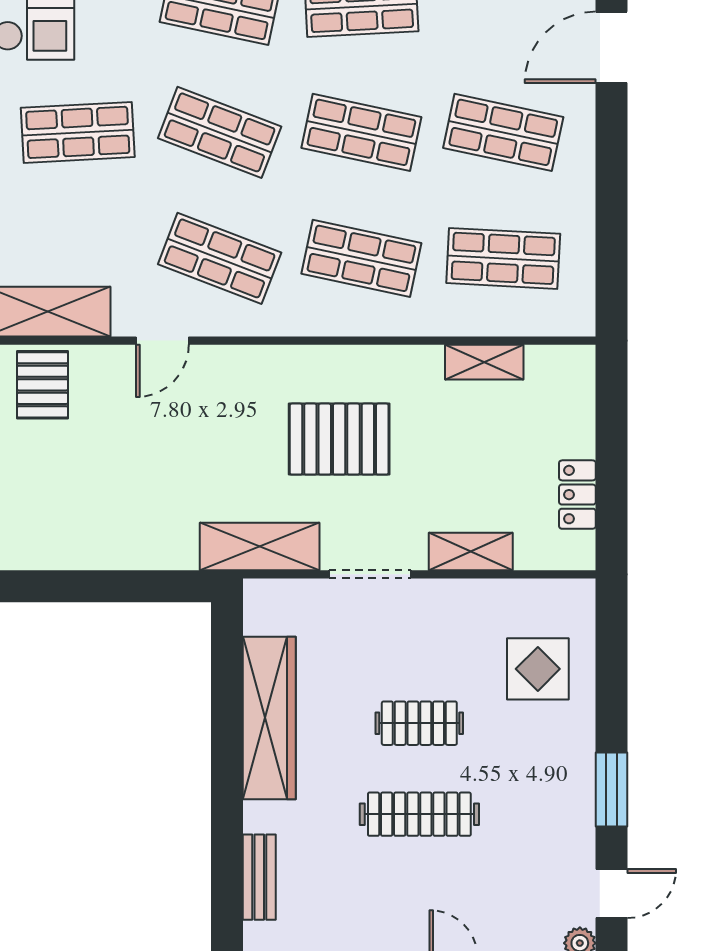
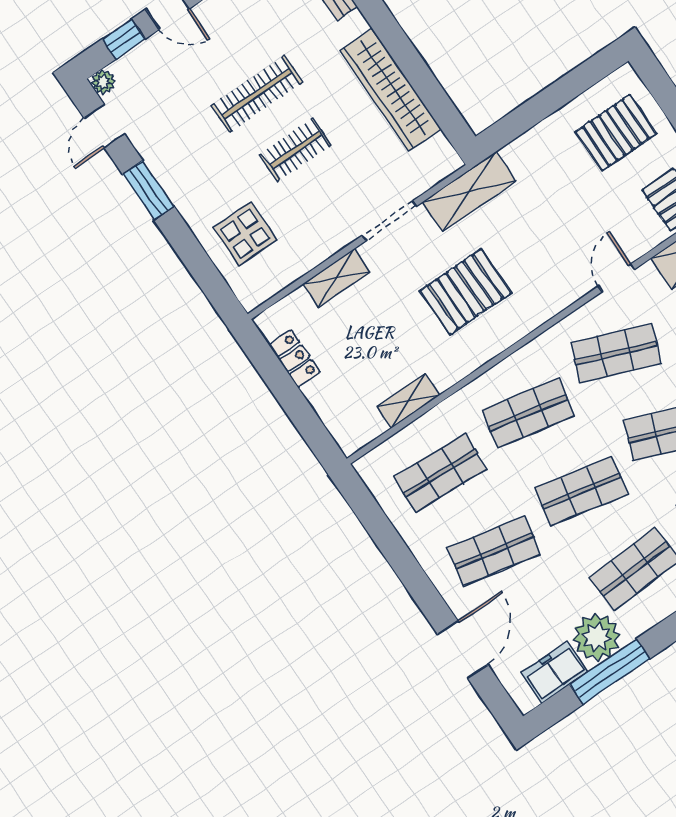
pallet: (54, 501) -> (616, 133), added

